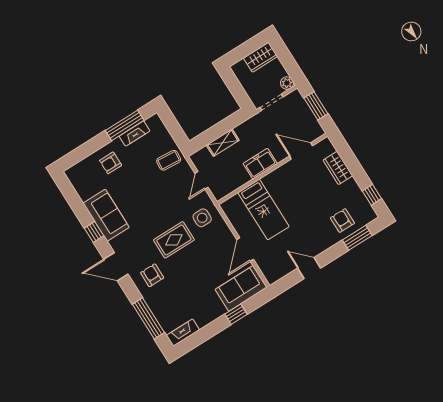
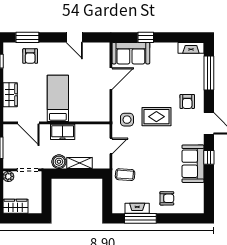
boiler: (245, 131) -> (59, 162), added
bed: (264, 210) -> (58, 98), moved

